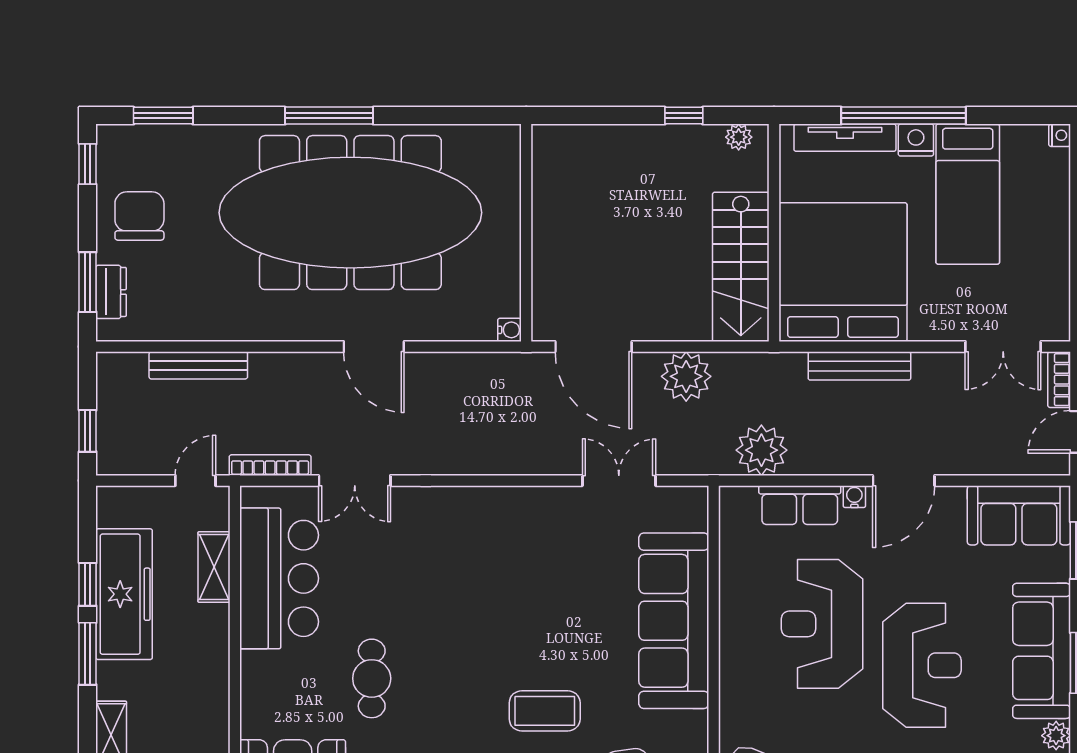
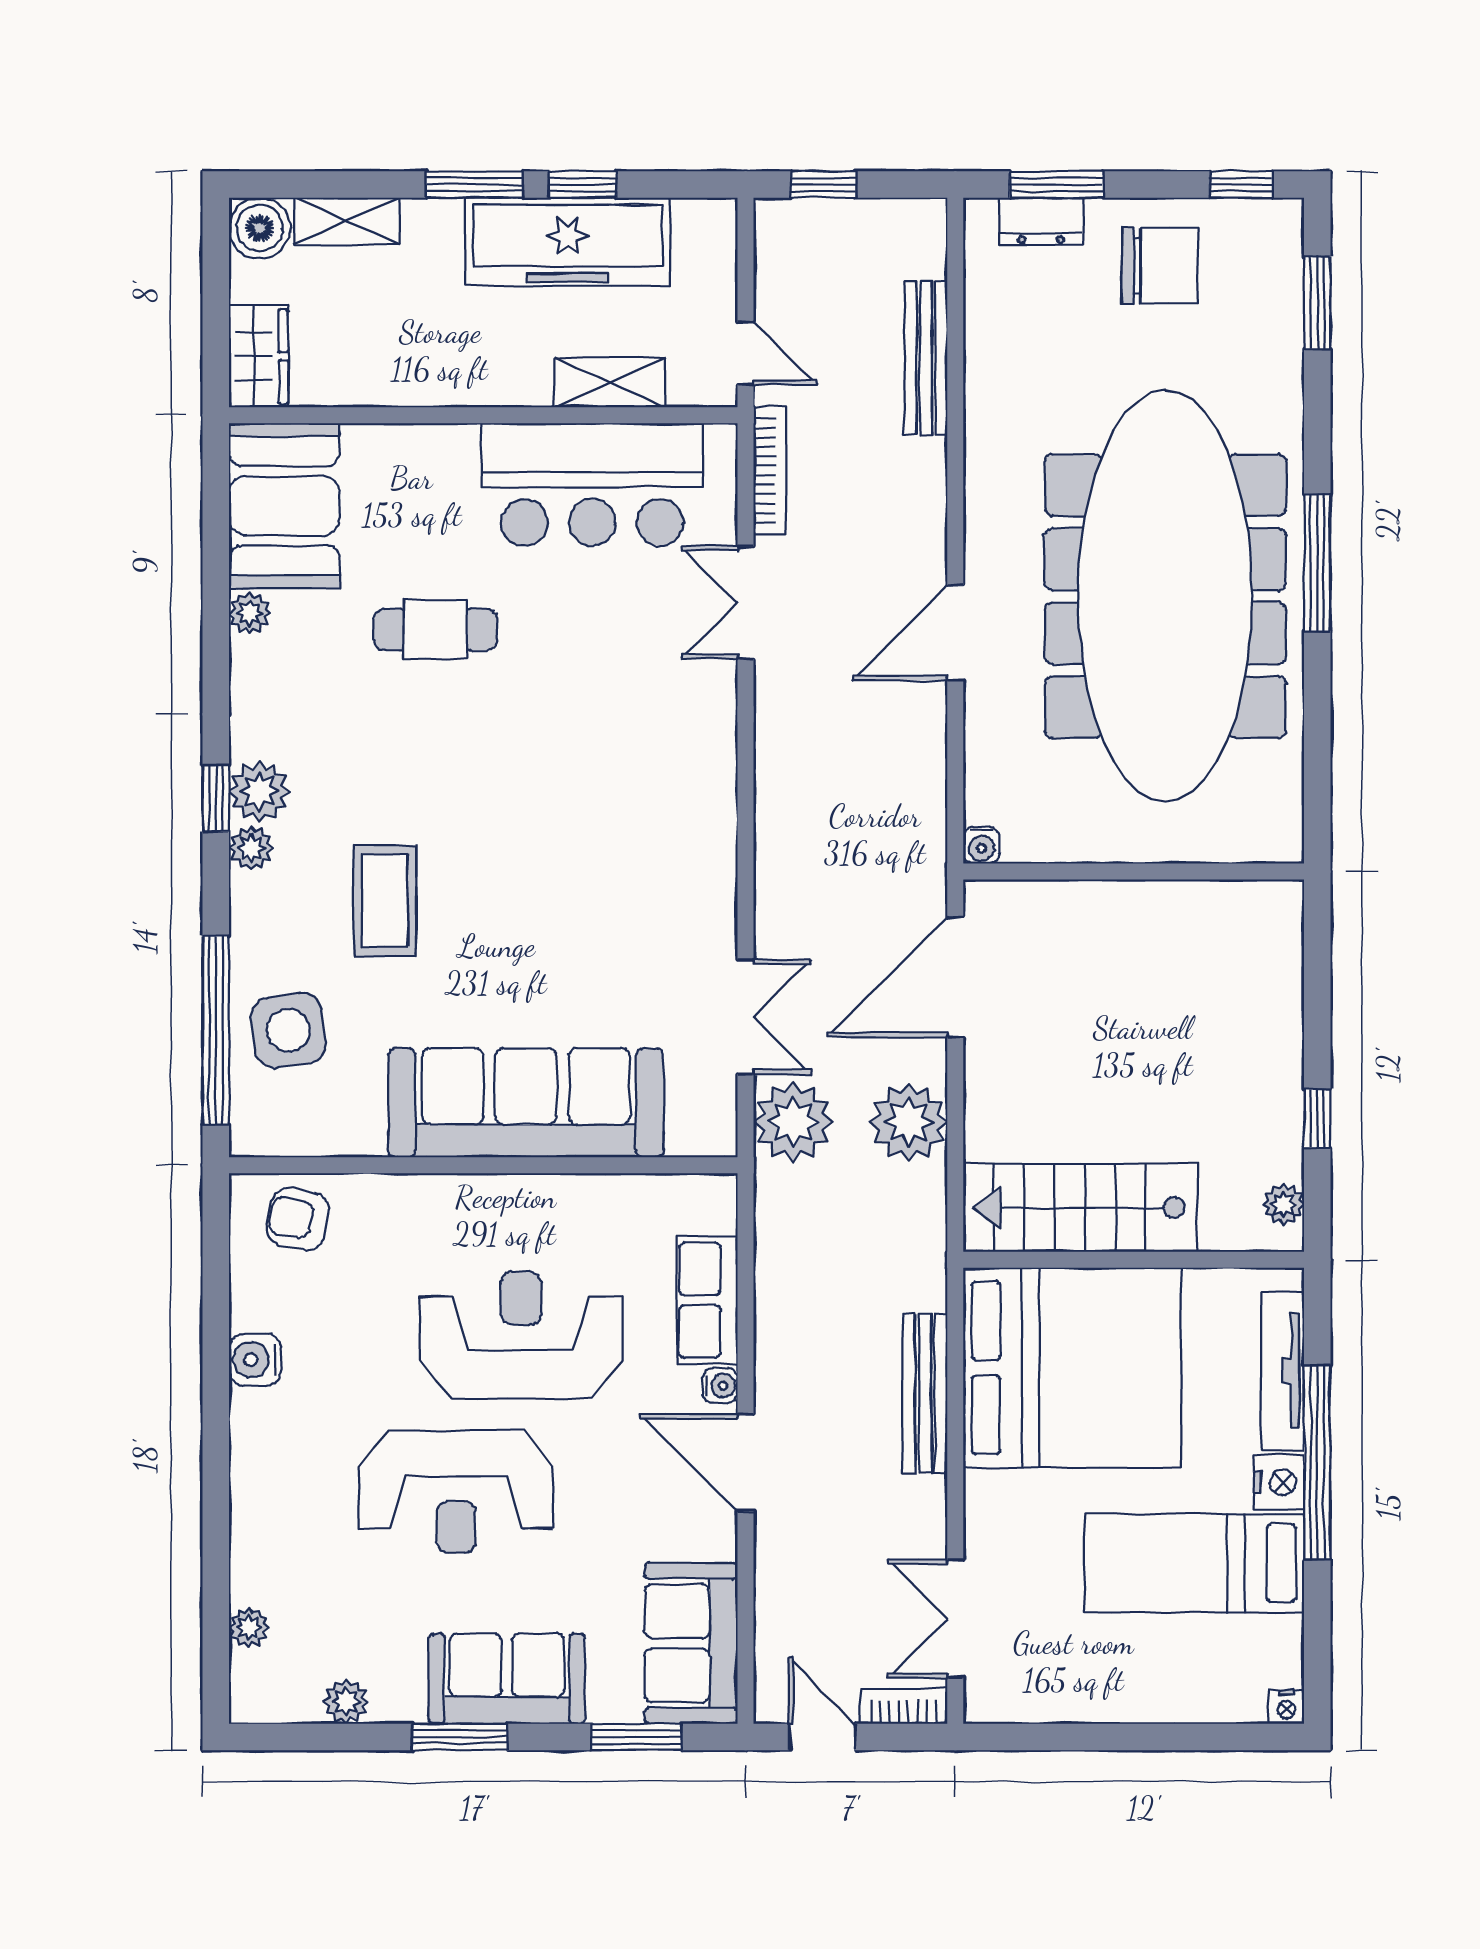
plant: (761, 450) -> (793, 1122), moved
sofa: (1042, 651) -> (507, 1679), width x0.73

